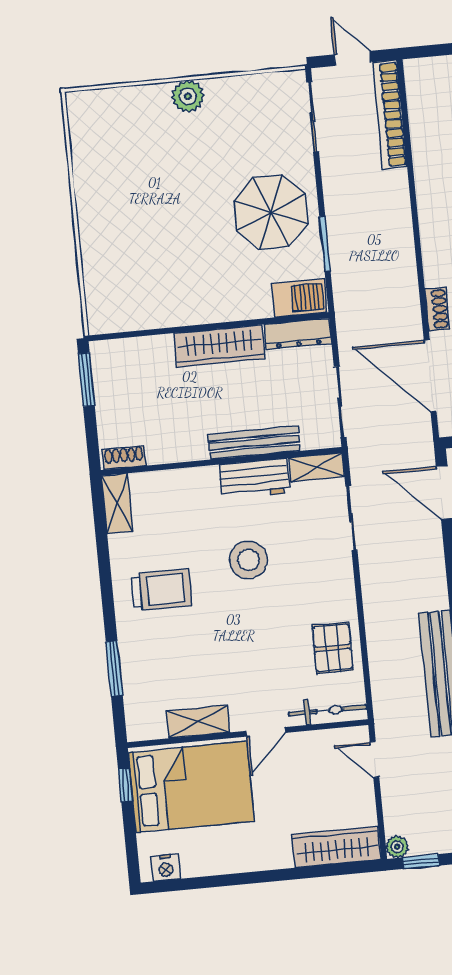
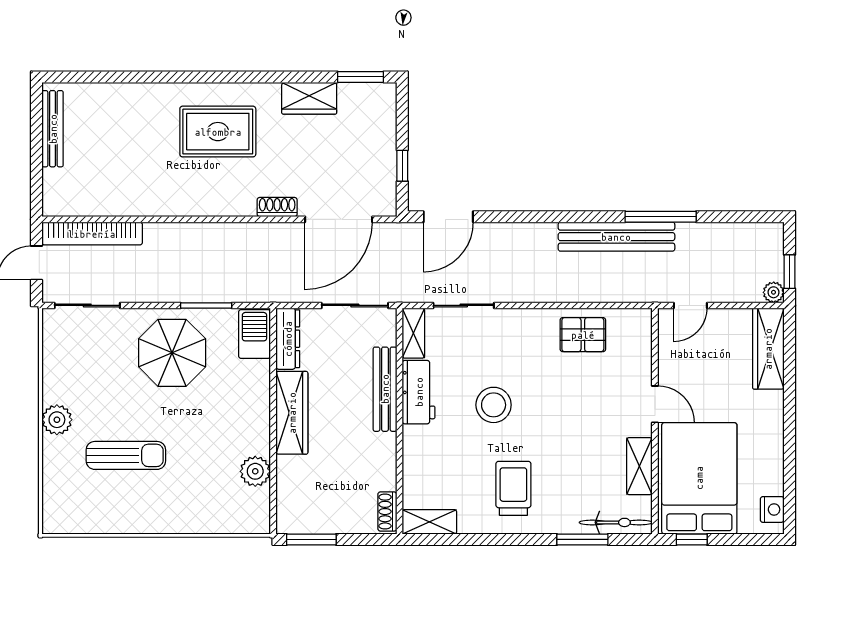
sun lounger: (157, 173) -> (126, 455), added
plant: (153, 313) -> (255, 471), added
bicycle: (328, 711) -> (616, 522), moved, turned 90

